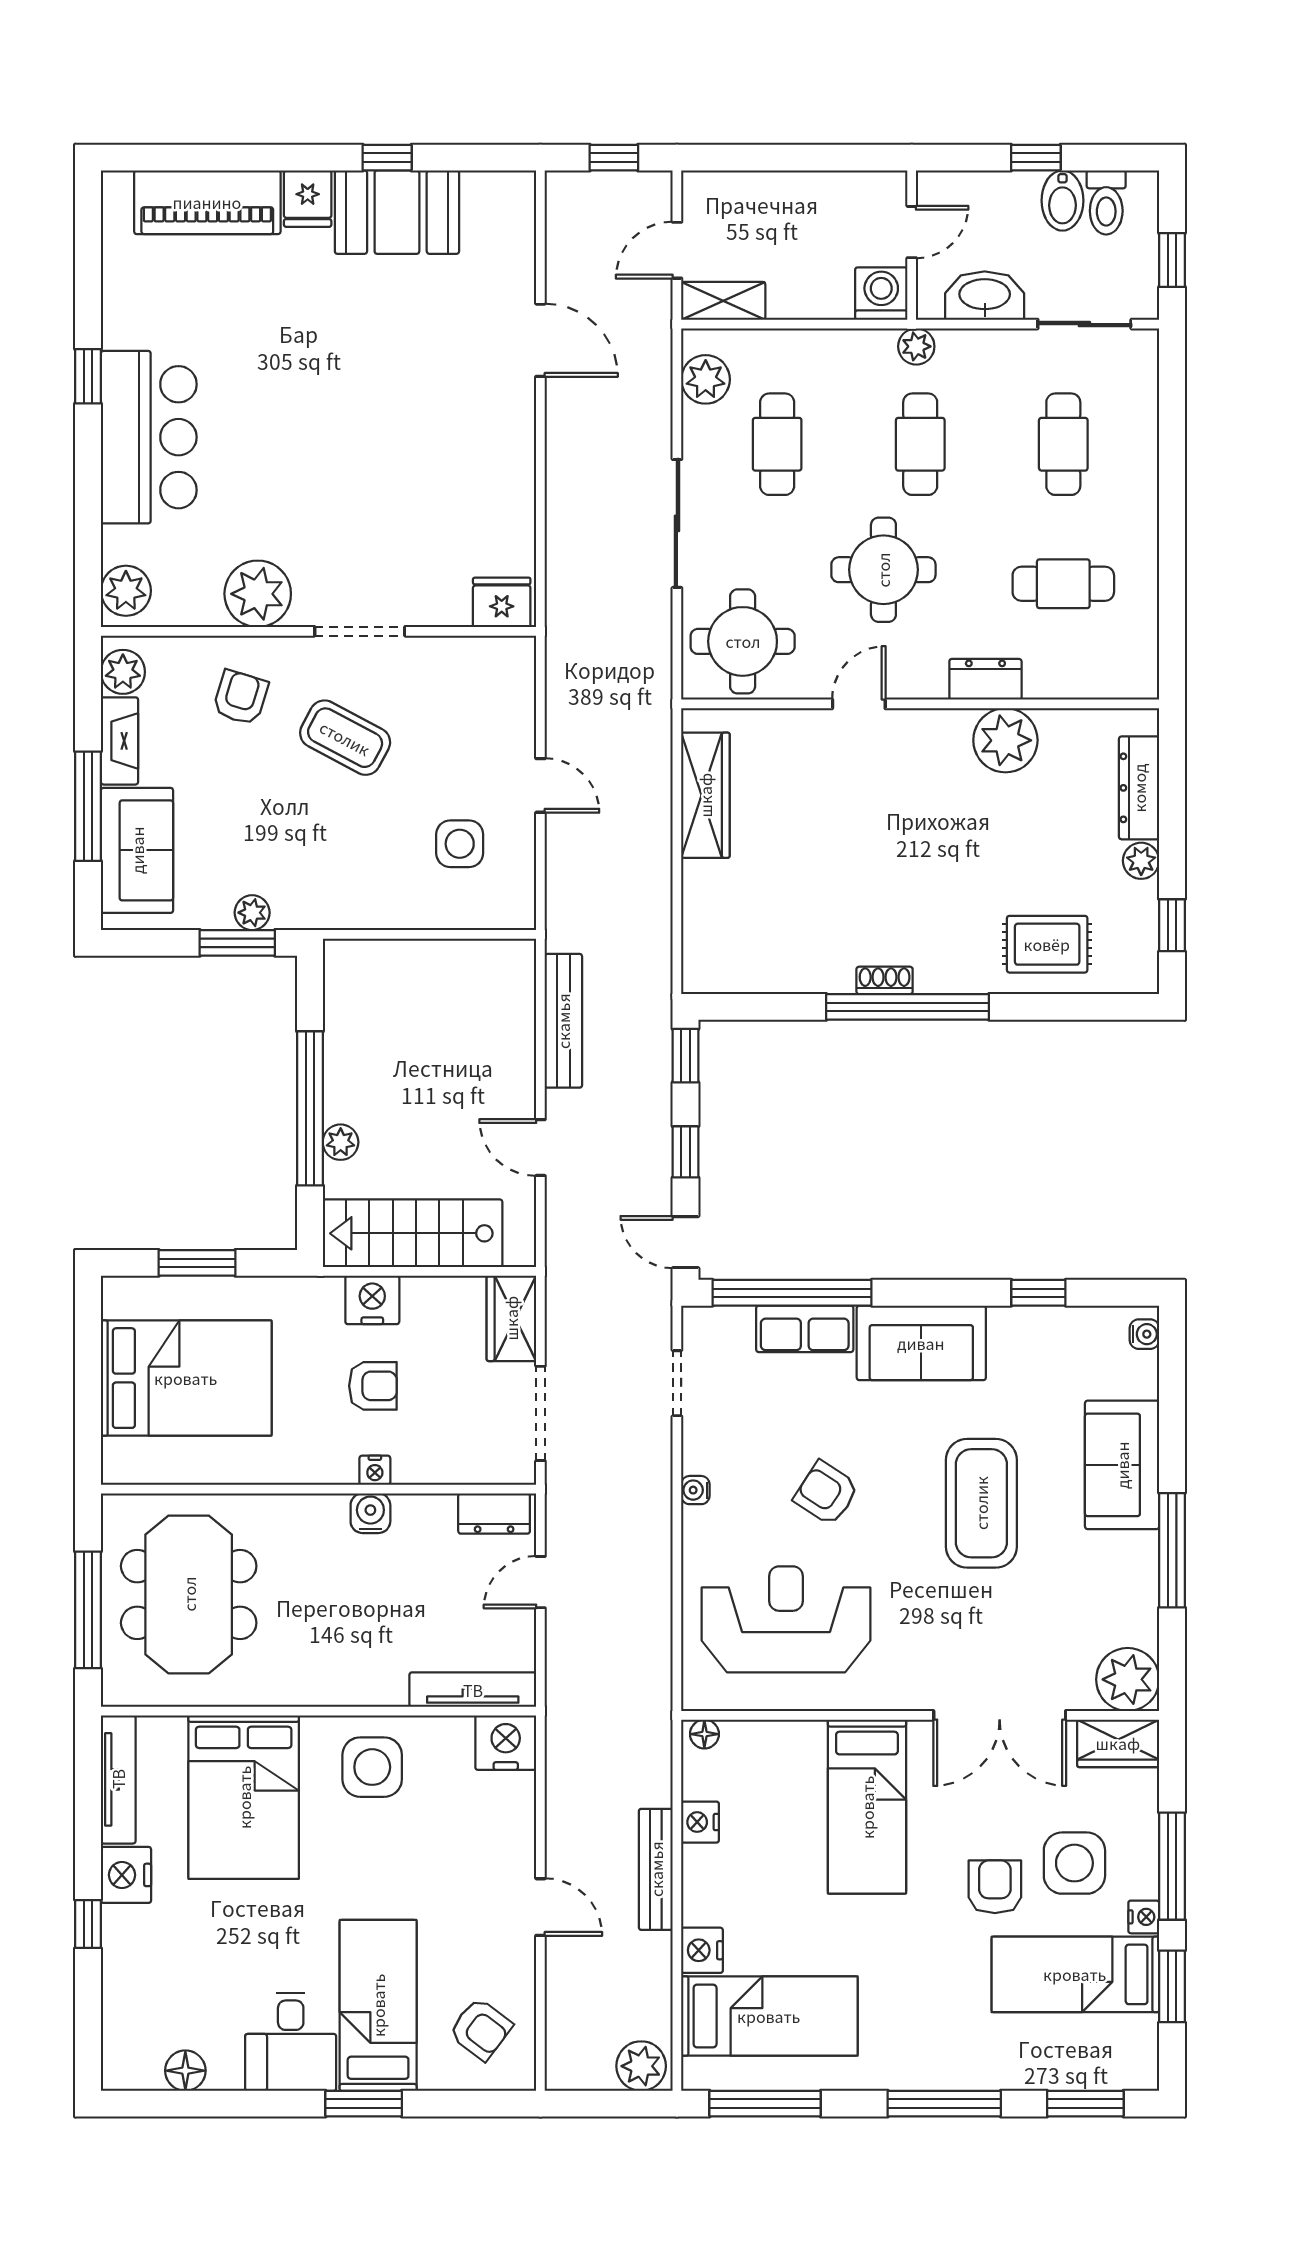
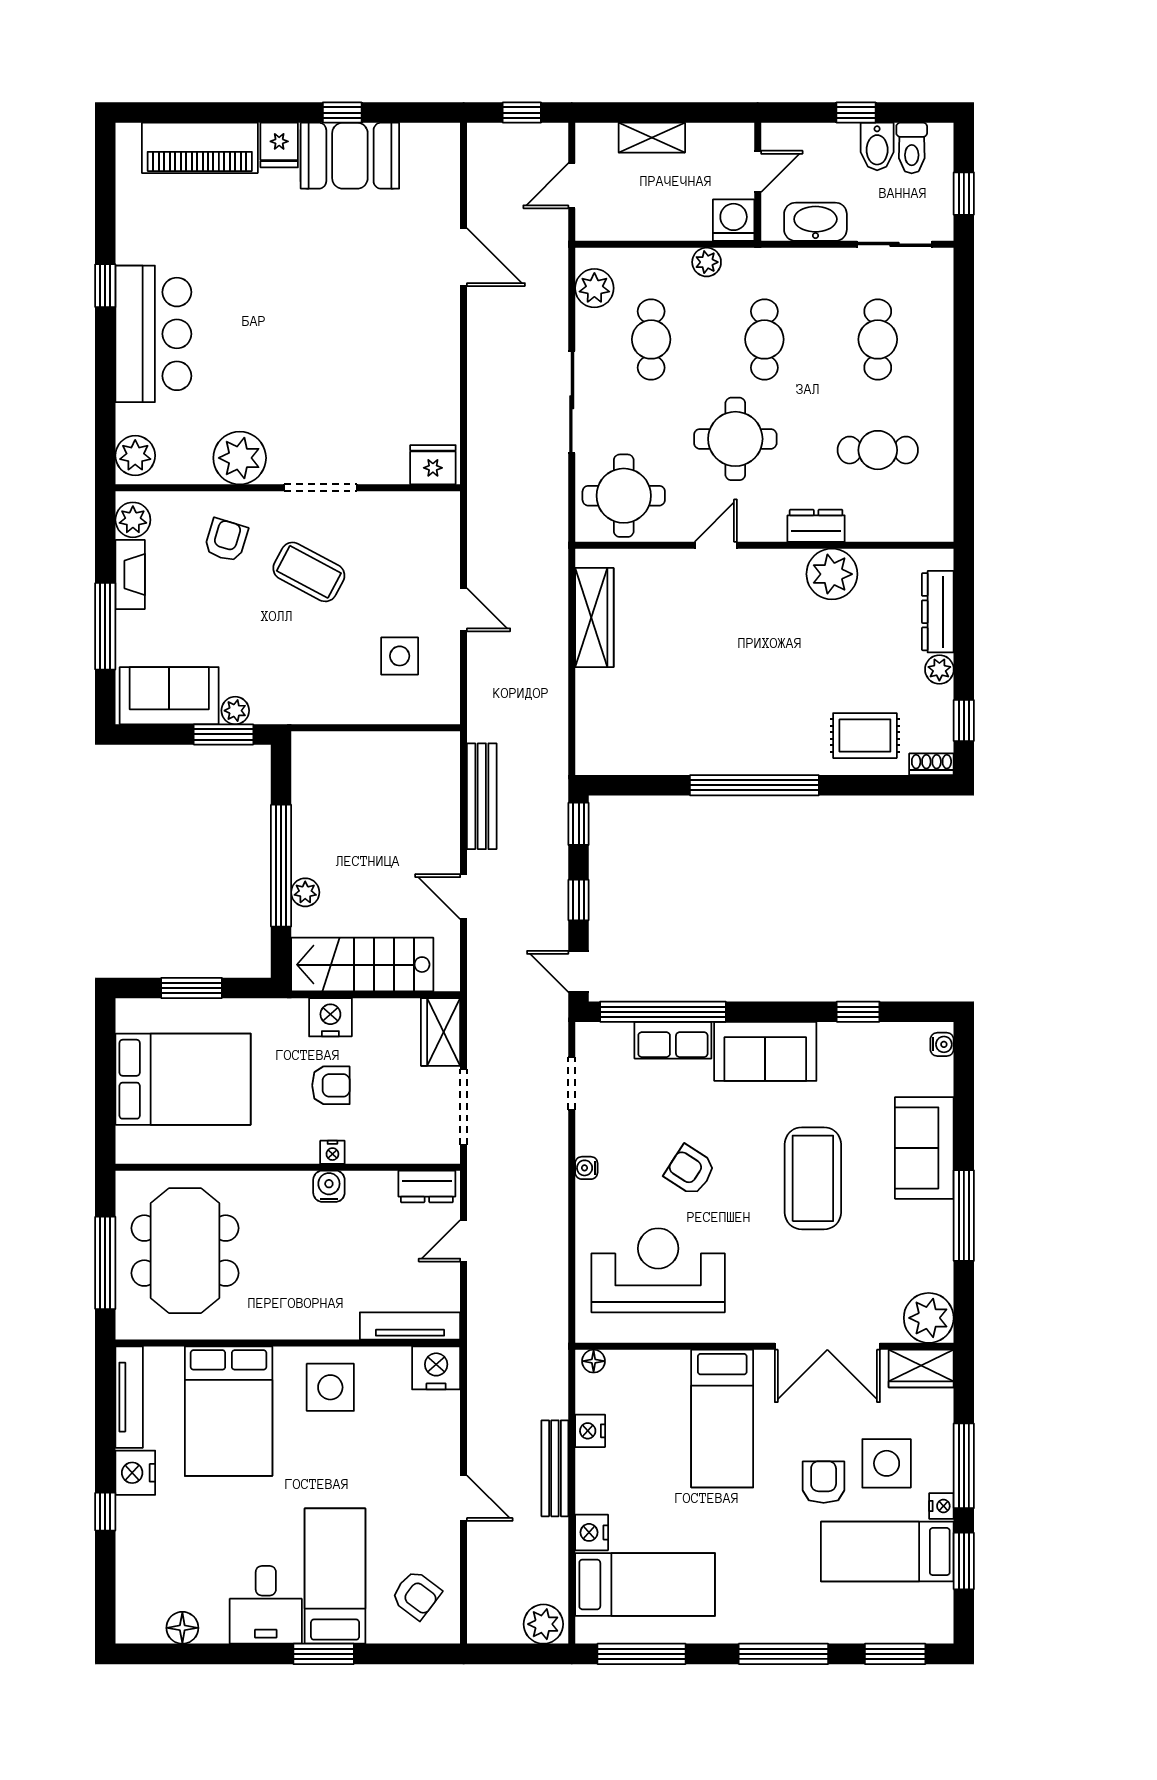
shelving: (723, 301) -> (652, 138), moved
plant: (916, 346) -> (707, 262), moved
sofa: (137, 850) -> (169, 696), moved, turned -90
shoe rack: (885, 980) -> (931, 764), moved

